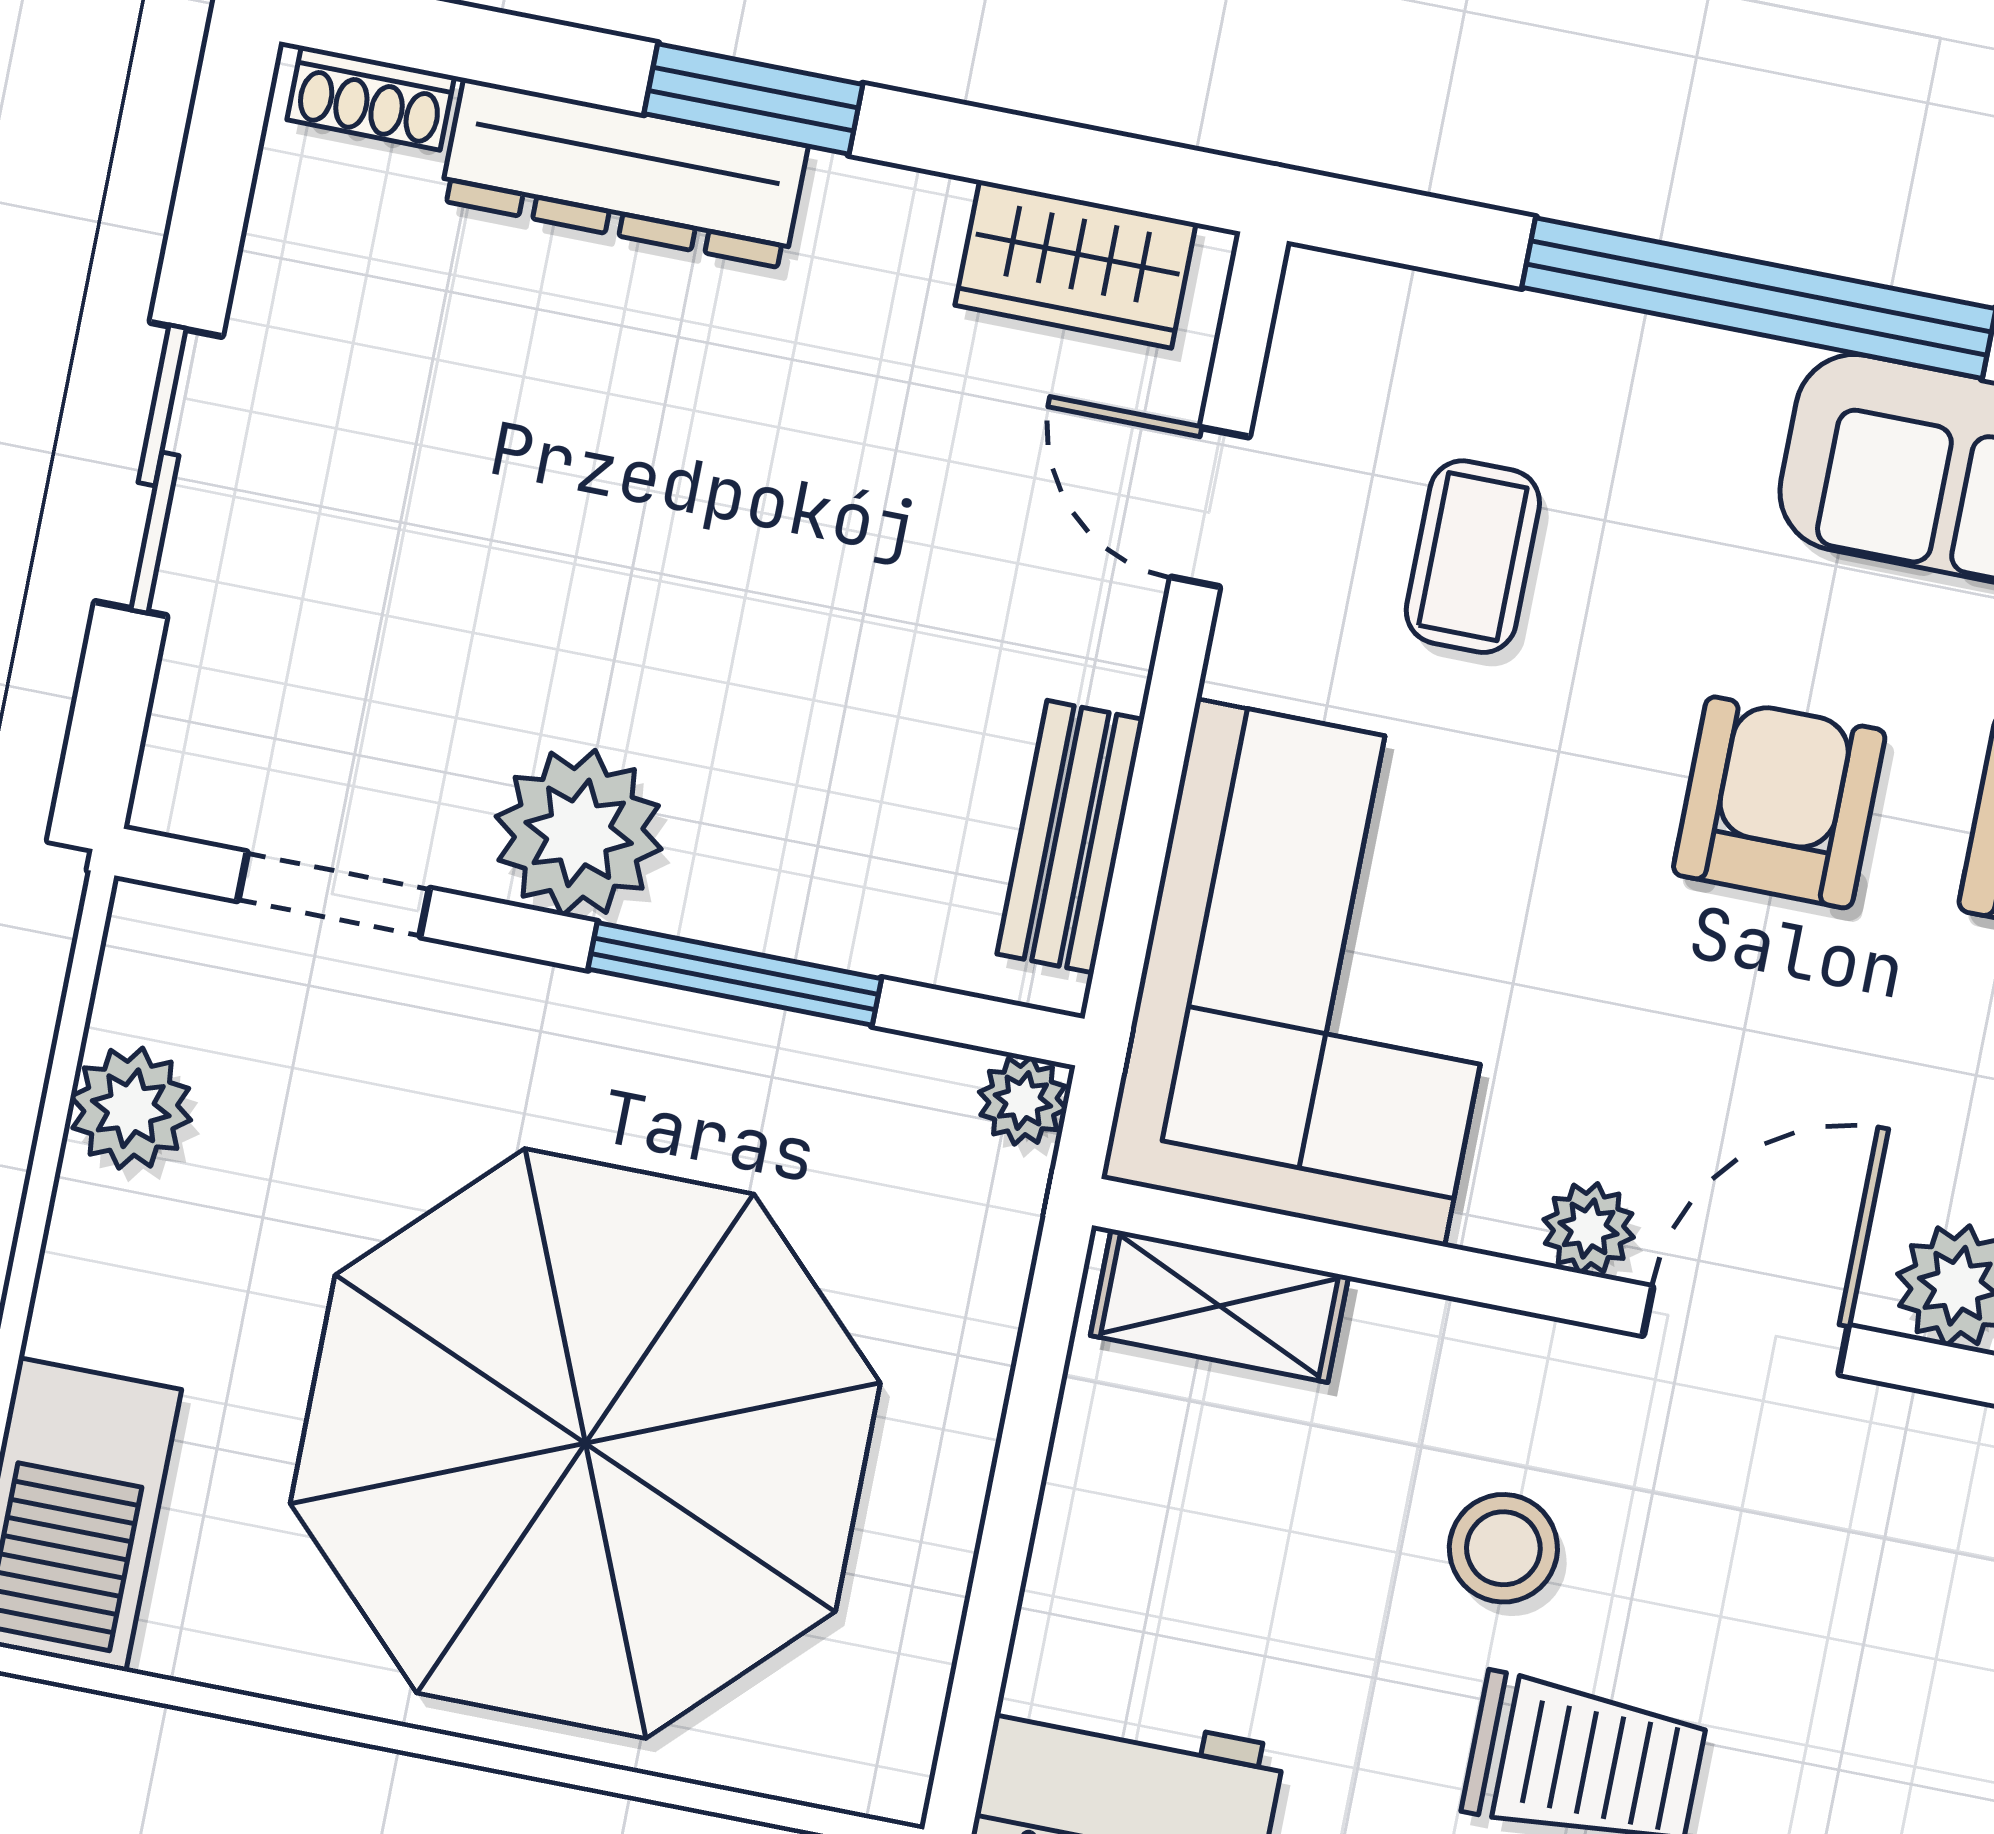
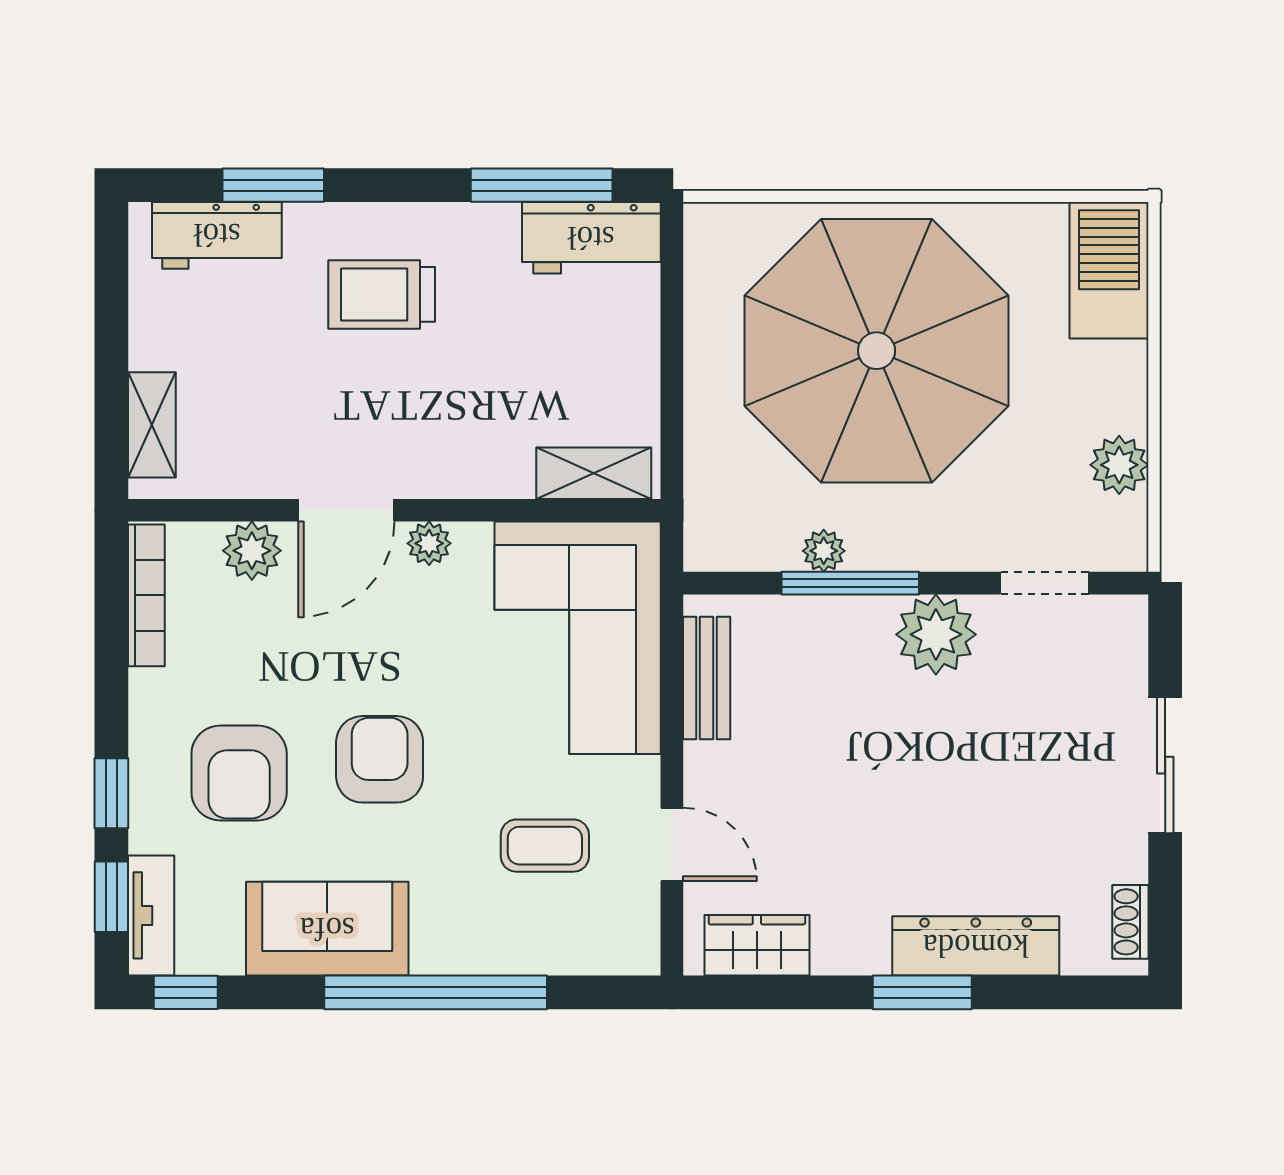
shoe rack: (371, 98) -> (1130, 922), moved, turned -90
coffee table: (1473, 557) -> (545, 846), turned 90
armchair: (1779, 802) -> (380, 759), turned 180
plant: (1023, 1100) -> (824, 551), moved
stool: (1503, 1548) -> (439, 386), removed

